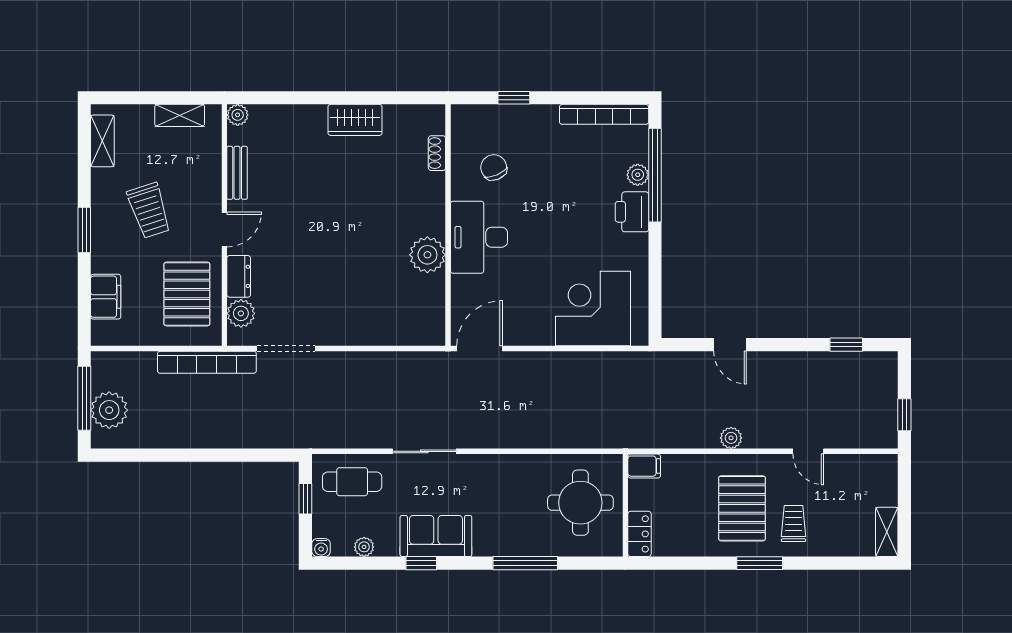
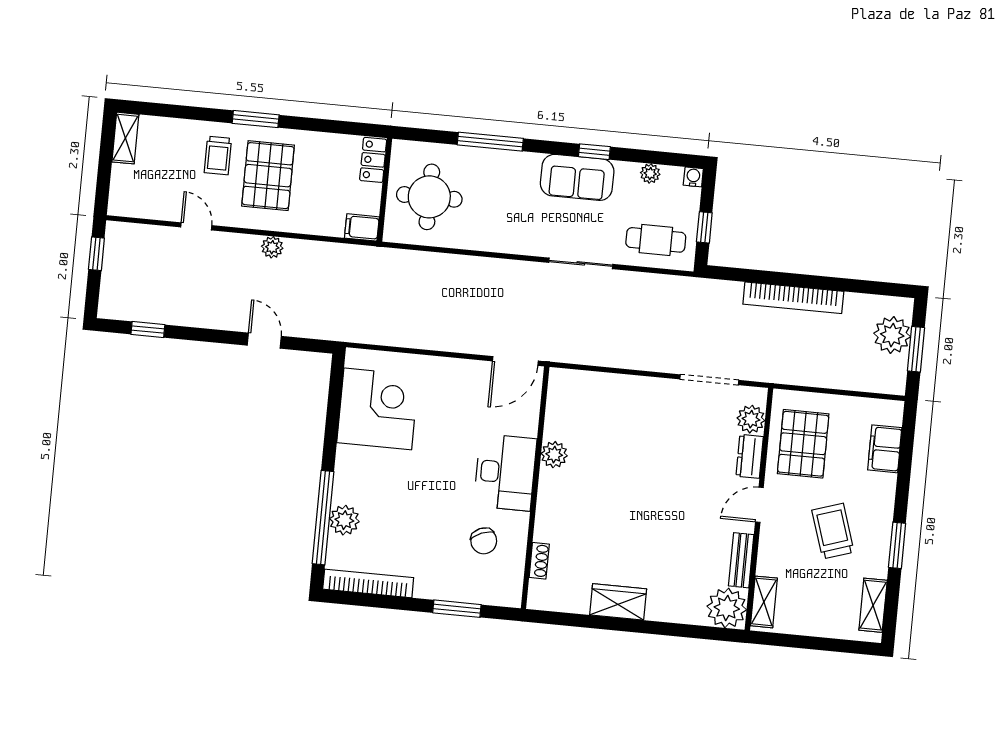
window: (514, 98) -> (457, 609), width x1.50
shelving: (180, 115) -> (764, 602), moved, turned 90
plant: (238, 115) -> (727, 608), width x1.87, depth x1.87
plant: (638, 175) -> (344, 520), width x1.38, depth x1.38
printer: (632, 212) -> (350, 483), removed
window: (84, 230) -> (897, 545), moved
plant: (427, 255) -> (554, 455), width x0.73, depth x0.73
corner desk: (593, 309) -> (378, 409), moved, turned -90
bookcase: (207, 362) -> (793, 298), moved, turned 180
window: (84, 398) -> (916, 349), width x0.69

